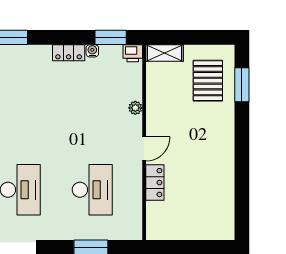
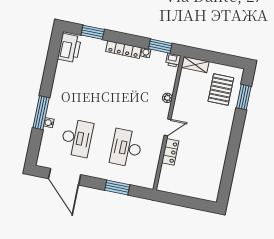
locker: (69, 53) -> (124, 50), width x1.53
desk: (92, 190) -> (126, 148), turned 180

